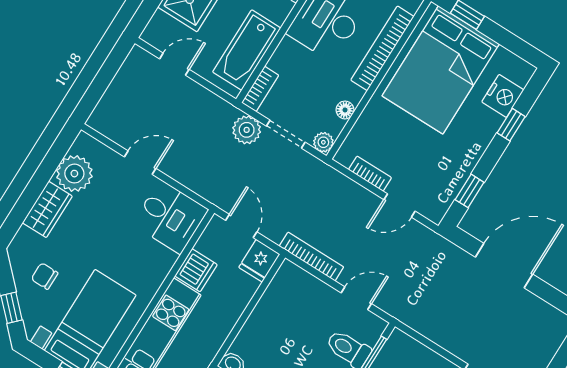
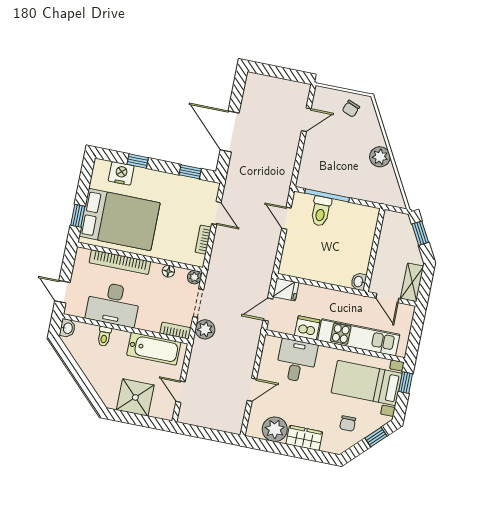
door: (140, 163) -> (252, 390), swing flipped
desk: (170, 217) -> (296, 361), moved
bookcase: (311, 257) -> (271, 257), removed

